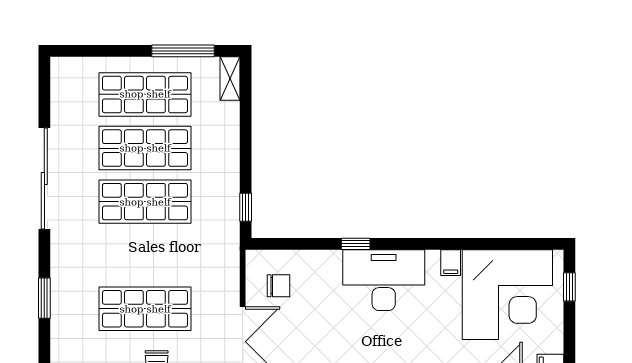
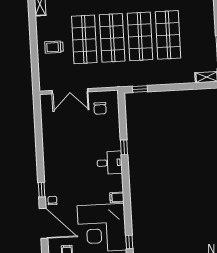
shop shelf: (145, 94) -> (112, 38), moved
window: (537, 244) -> (129, 242), added
desk: (384, 280) -> (110, 163), width x0.53, depth x0.77

